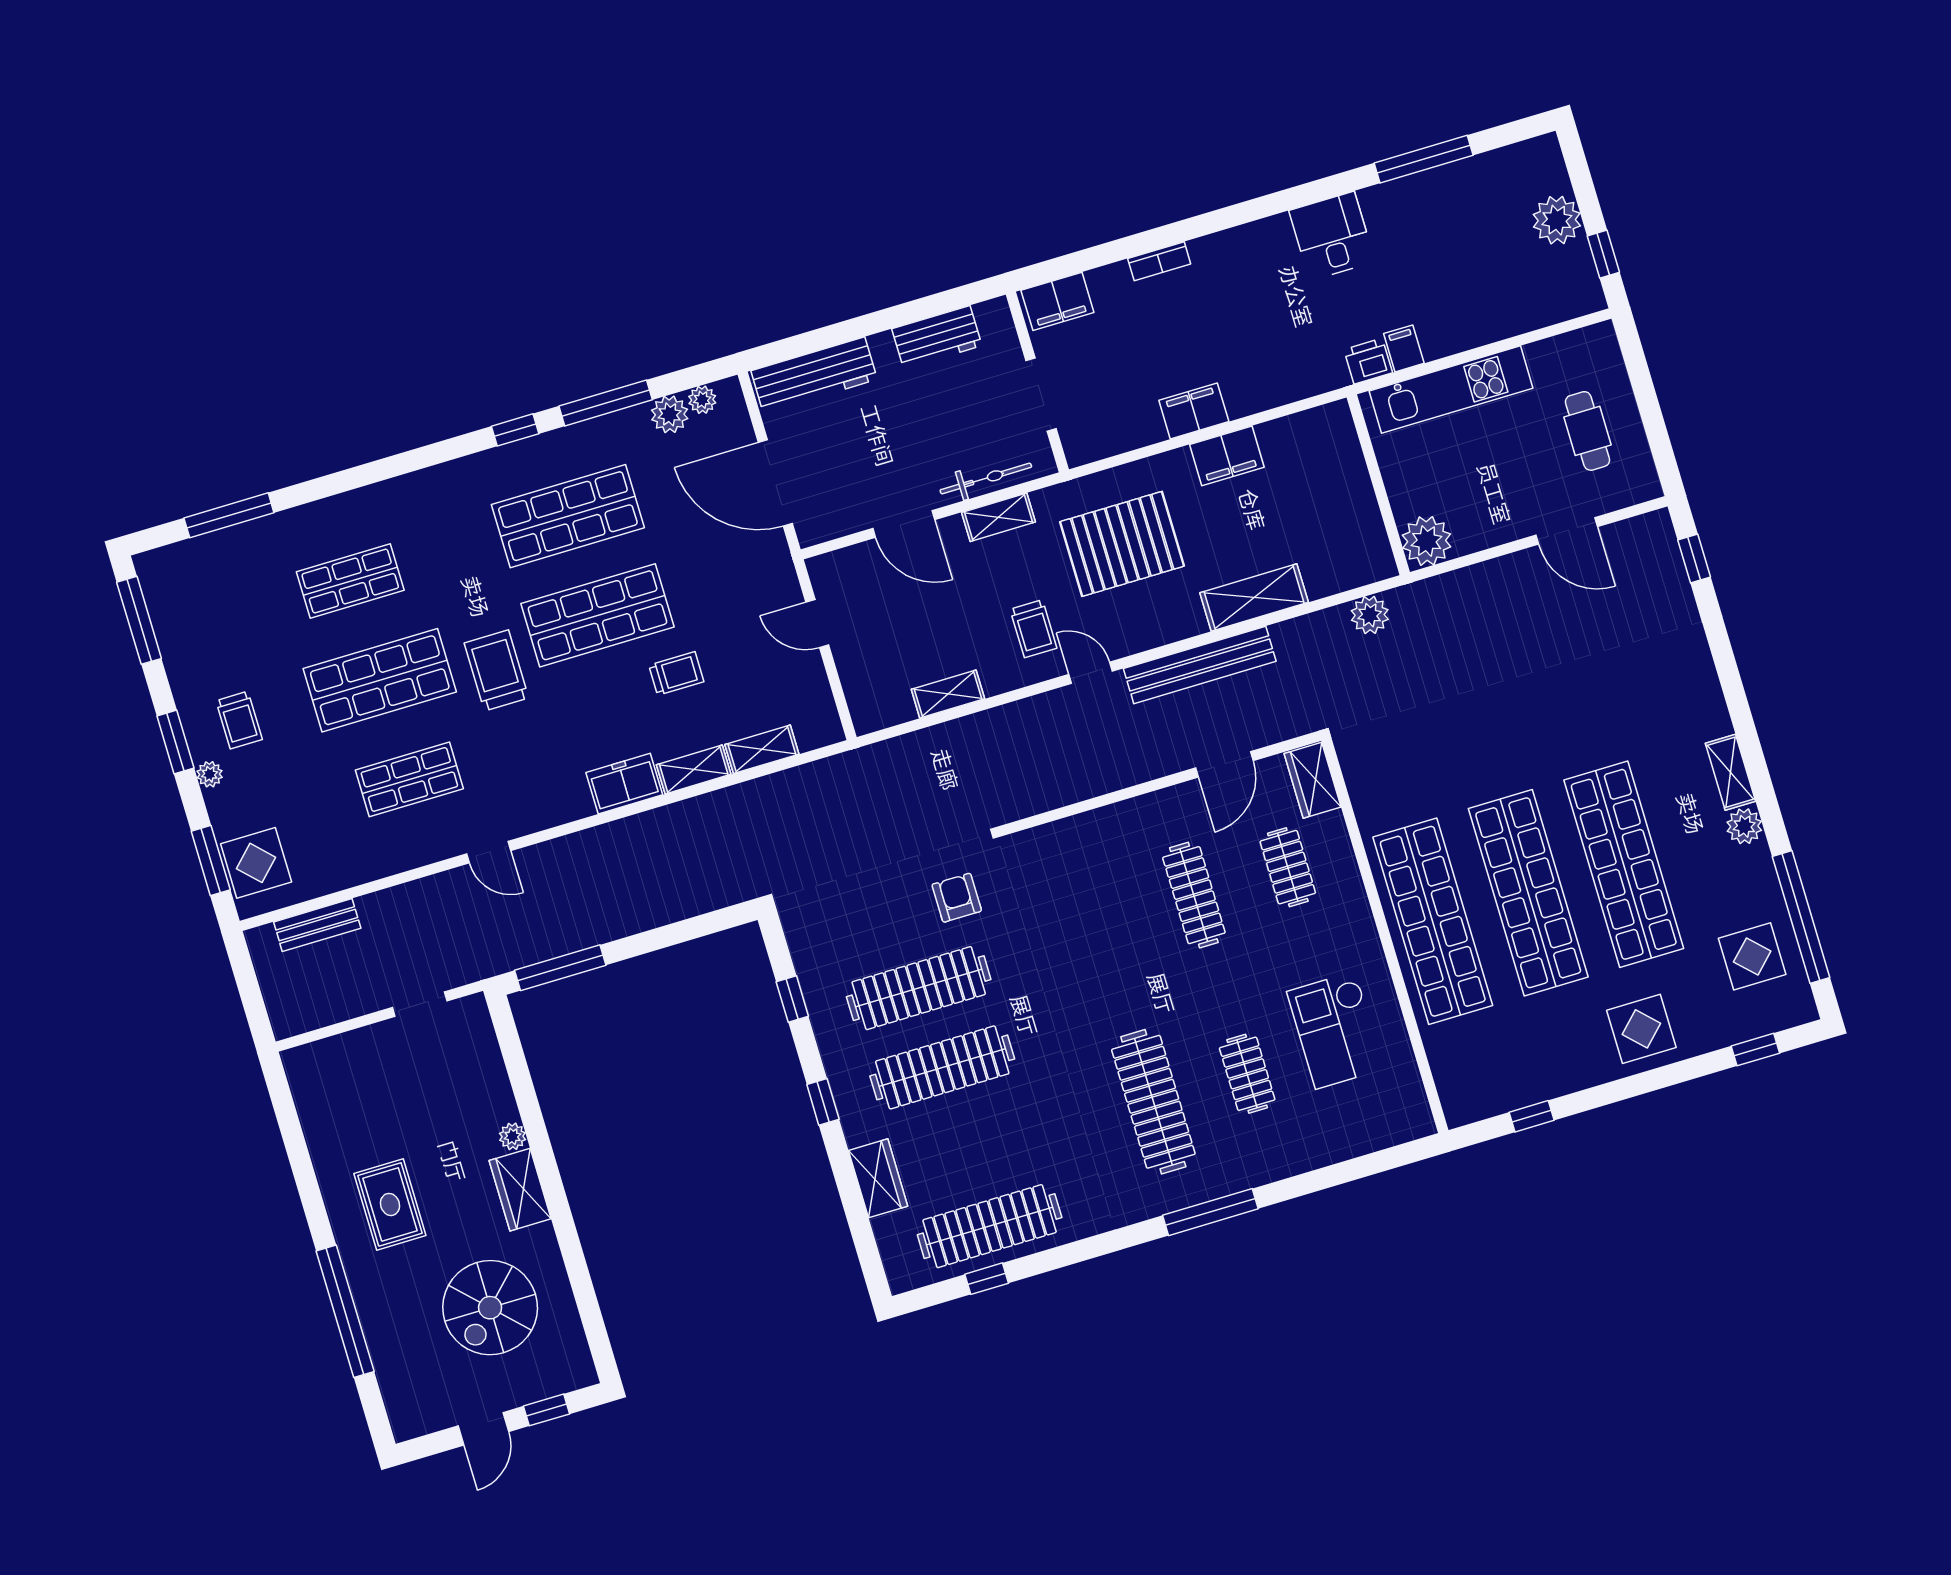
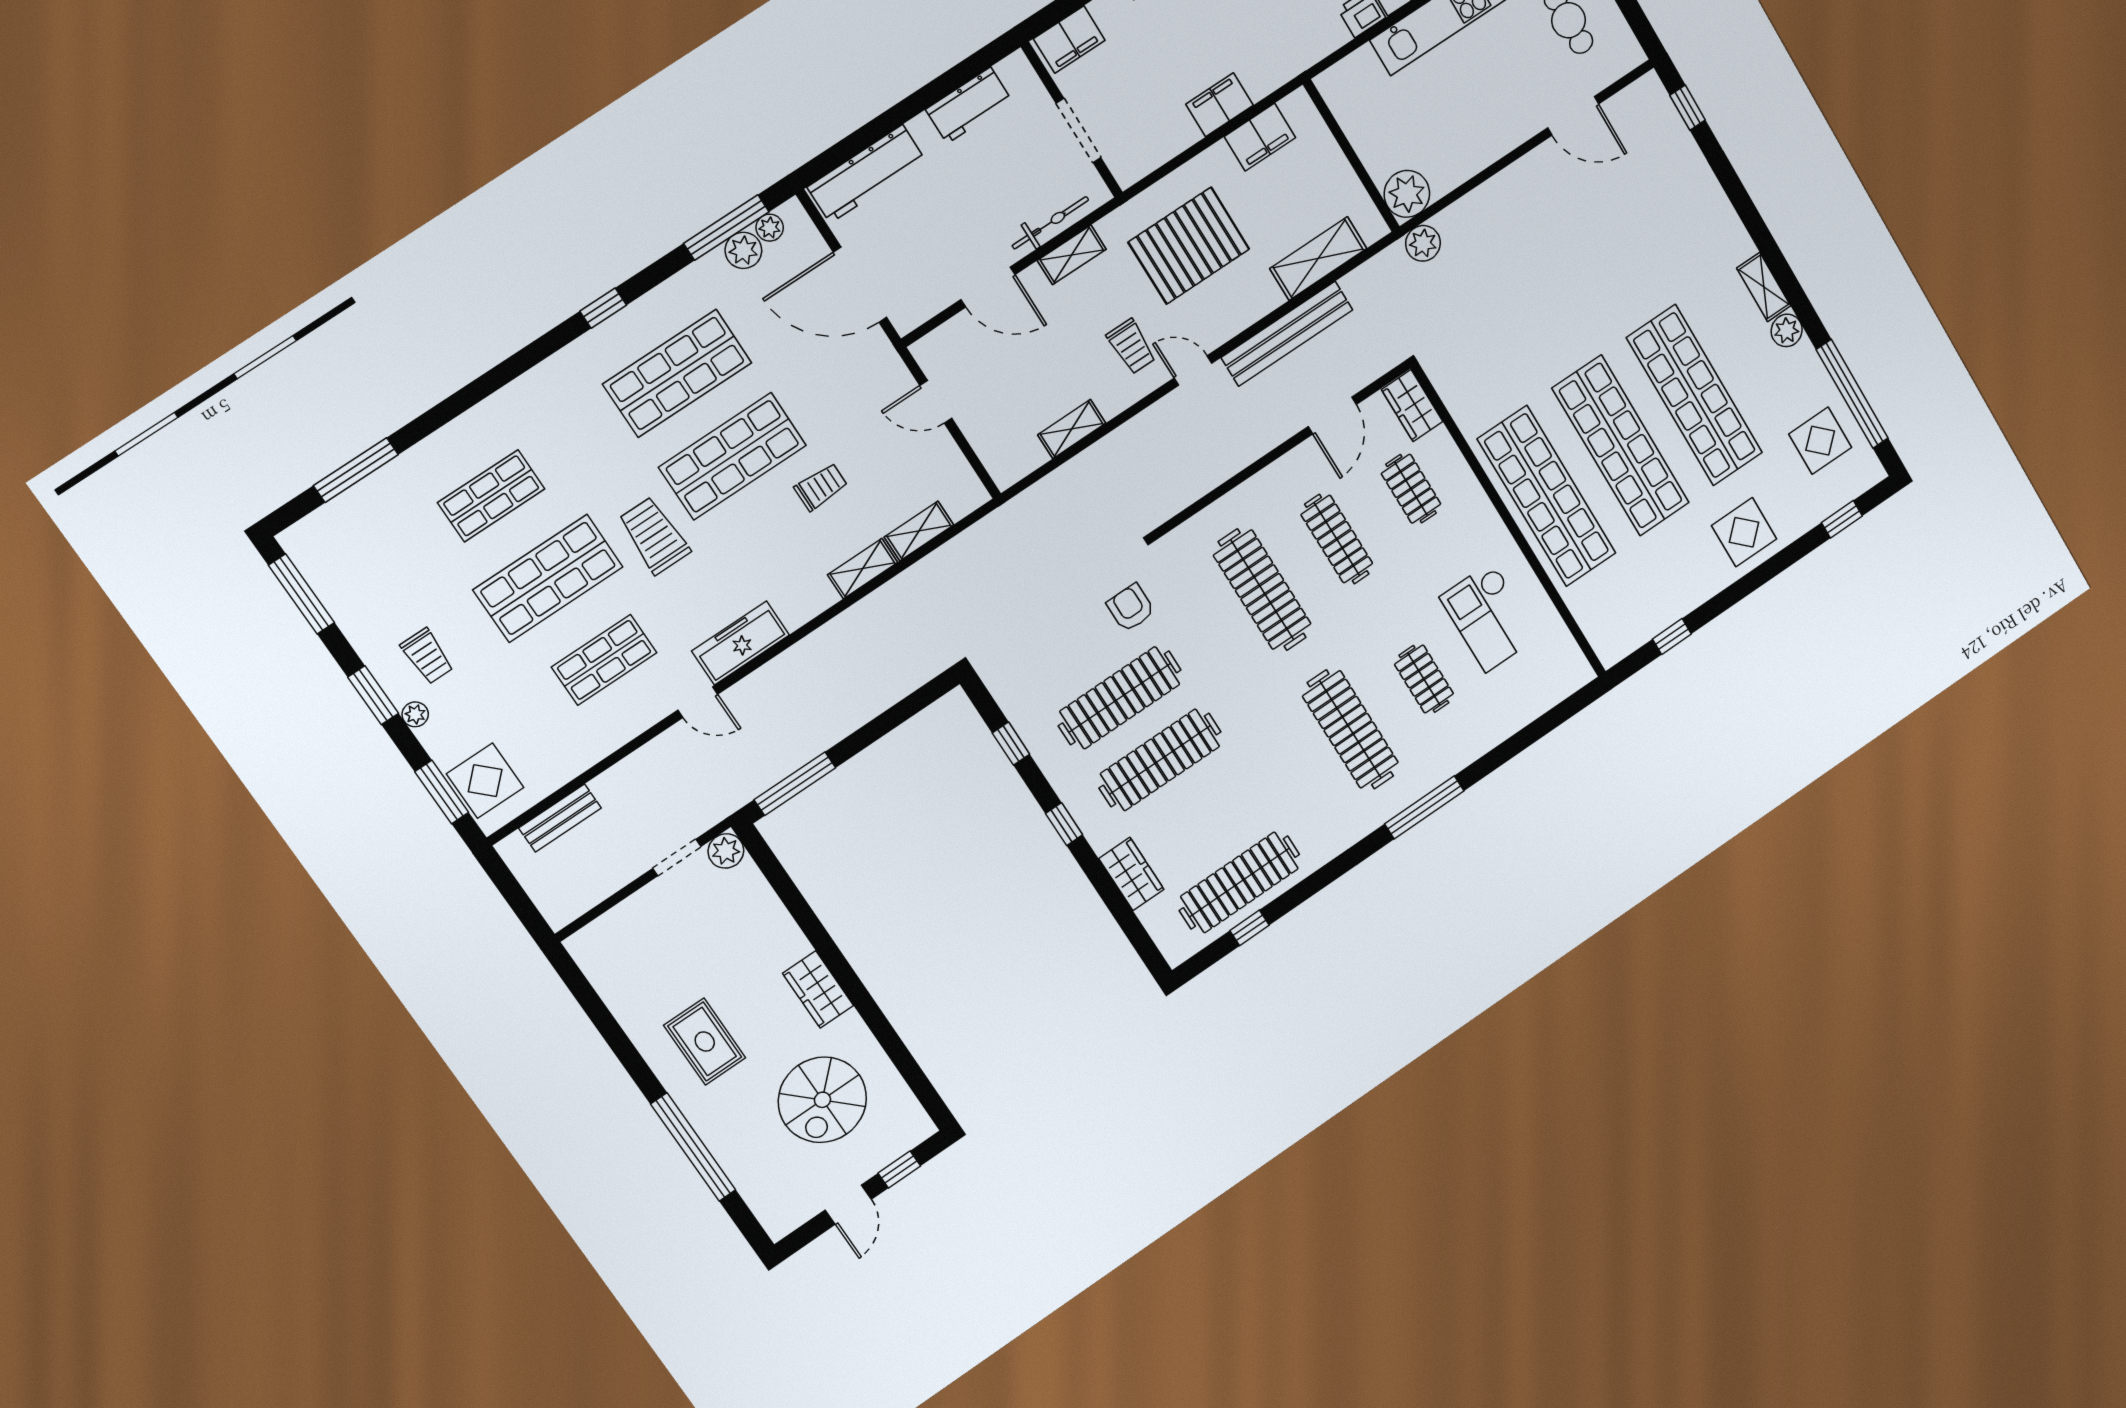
window: (606, 403) -> (726, 228), moved
wall: (1378, 485) -> (1351, 156), moved
plant: (1427, 541) -> (1407, 194), moved
freezer: (624, 784) -> (741, 643), moved, width x1.40
clothes rail: (1100, 923) -> (1262, 590), added
plant: (512, 1136) -> (726, 851), moved, width x1.38, depth x1.38

